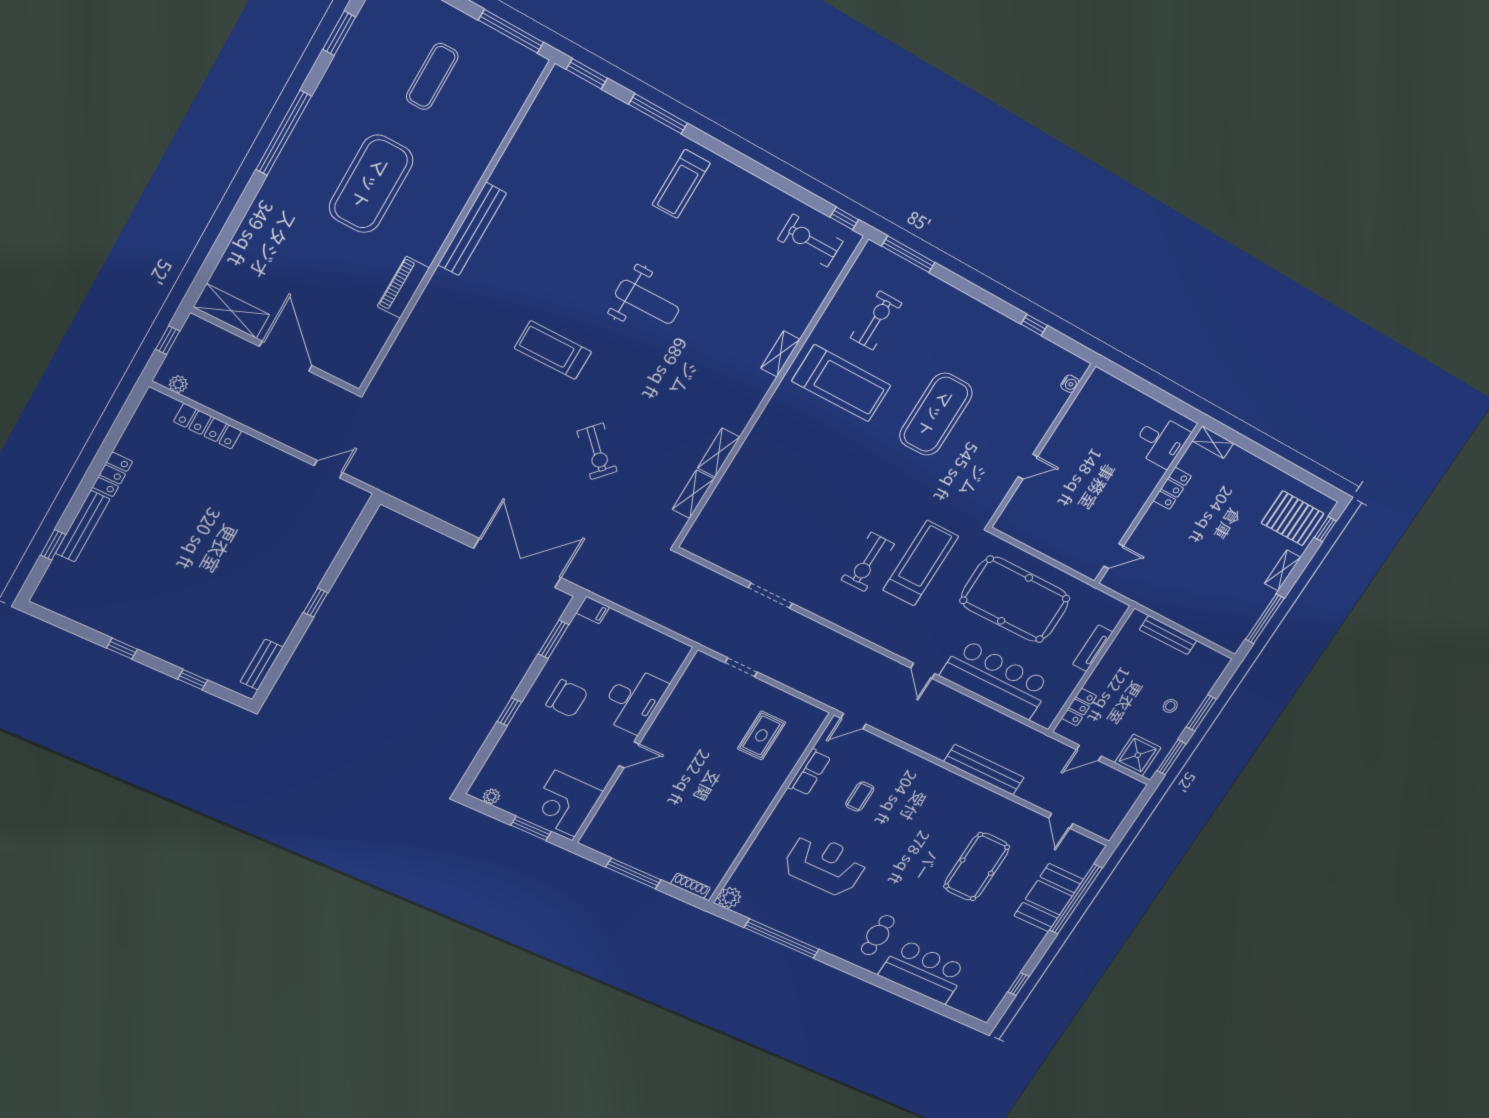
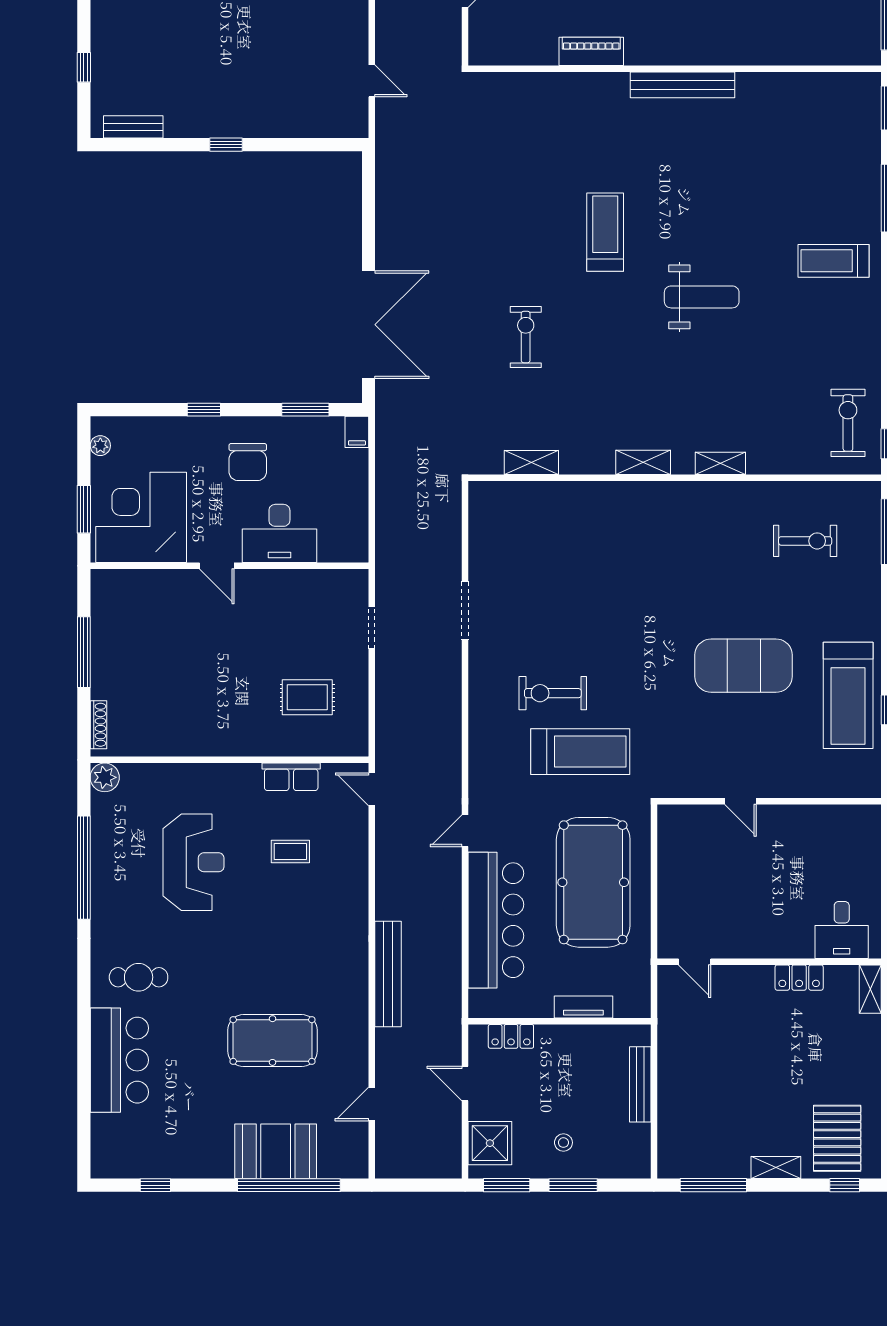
weight bench: (647, 302) -> (702, 297), turned -90
treadmill: (841, 383) -> (848, 695), moved
water cooler: (1070, 384) -> (849, 789), removed
exercise bike: (597, 451) -> (526, 337), turned 136
shelving: (719, 453) -> (643, 462), moved
corner desk: (565, 804) -> (141, 517), width x1.36, depth x1.36

